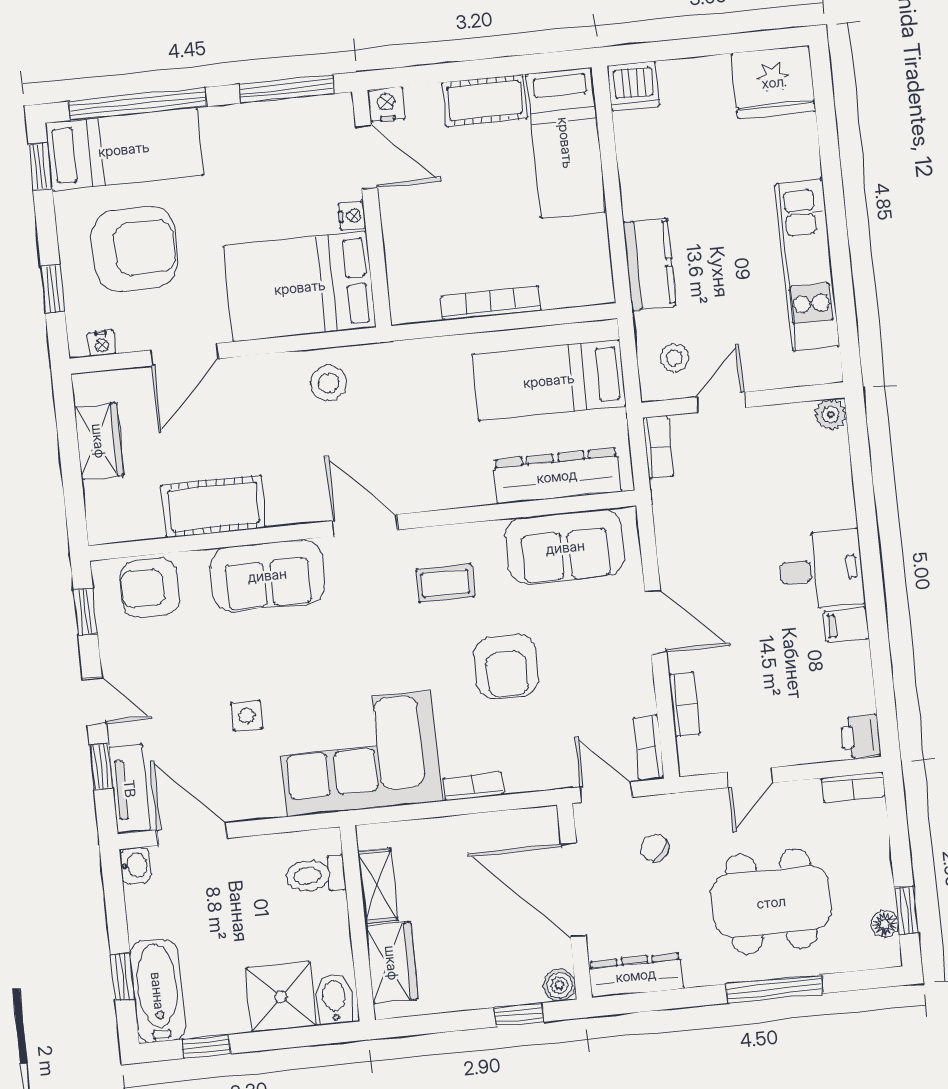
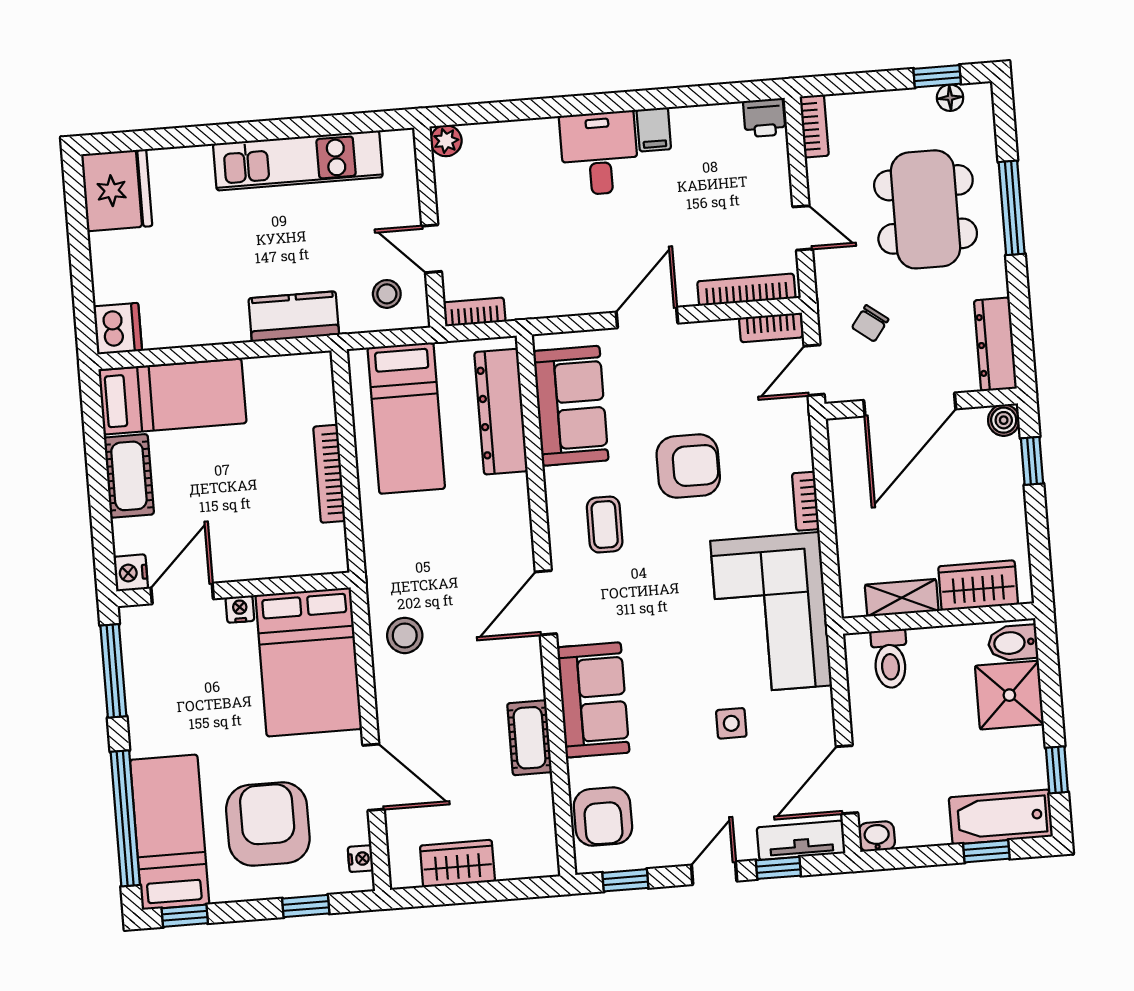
cot: (214, 506) -> (530, 738), width x0.73, depth x0.75
bookcase: (684, 704) -> (746, 290), width x1.56

